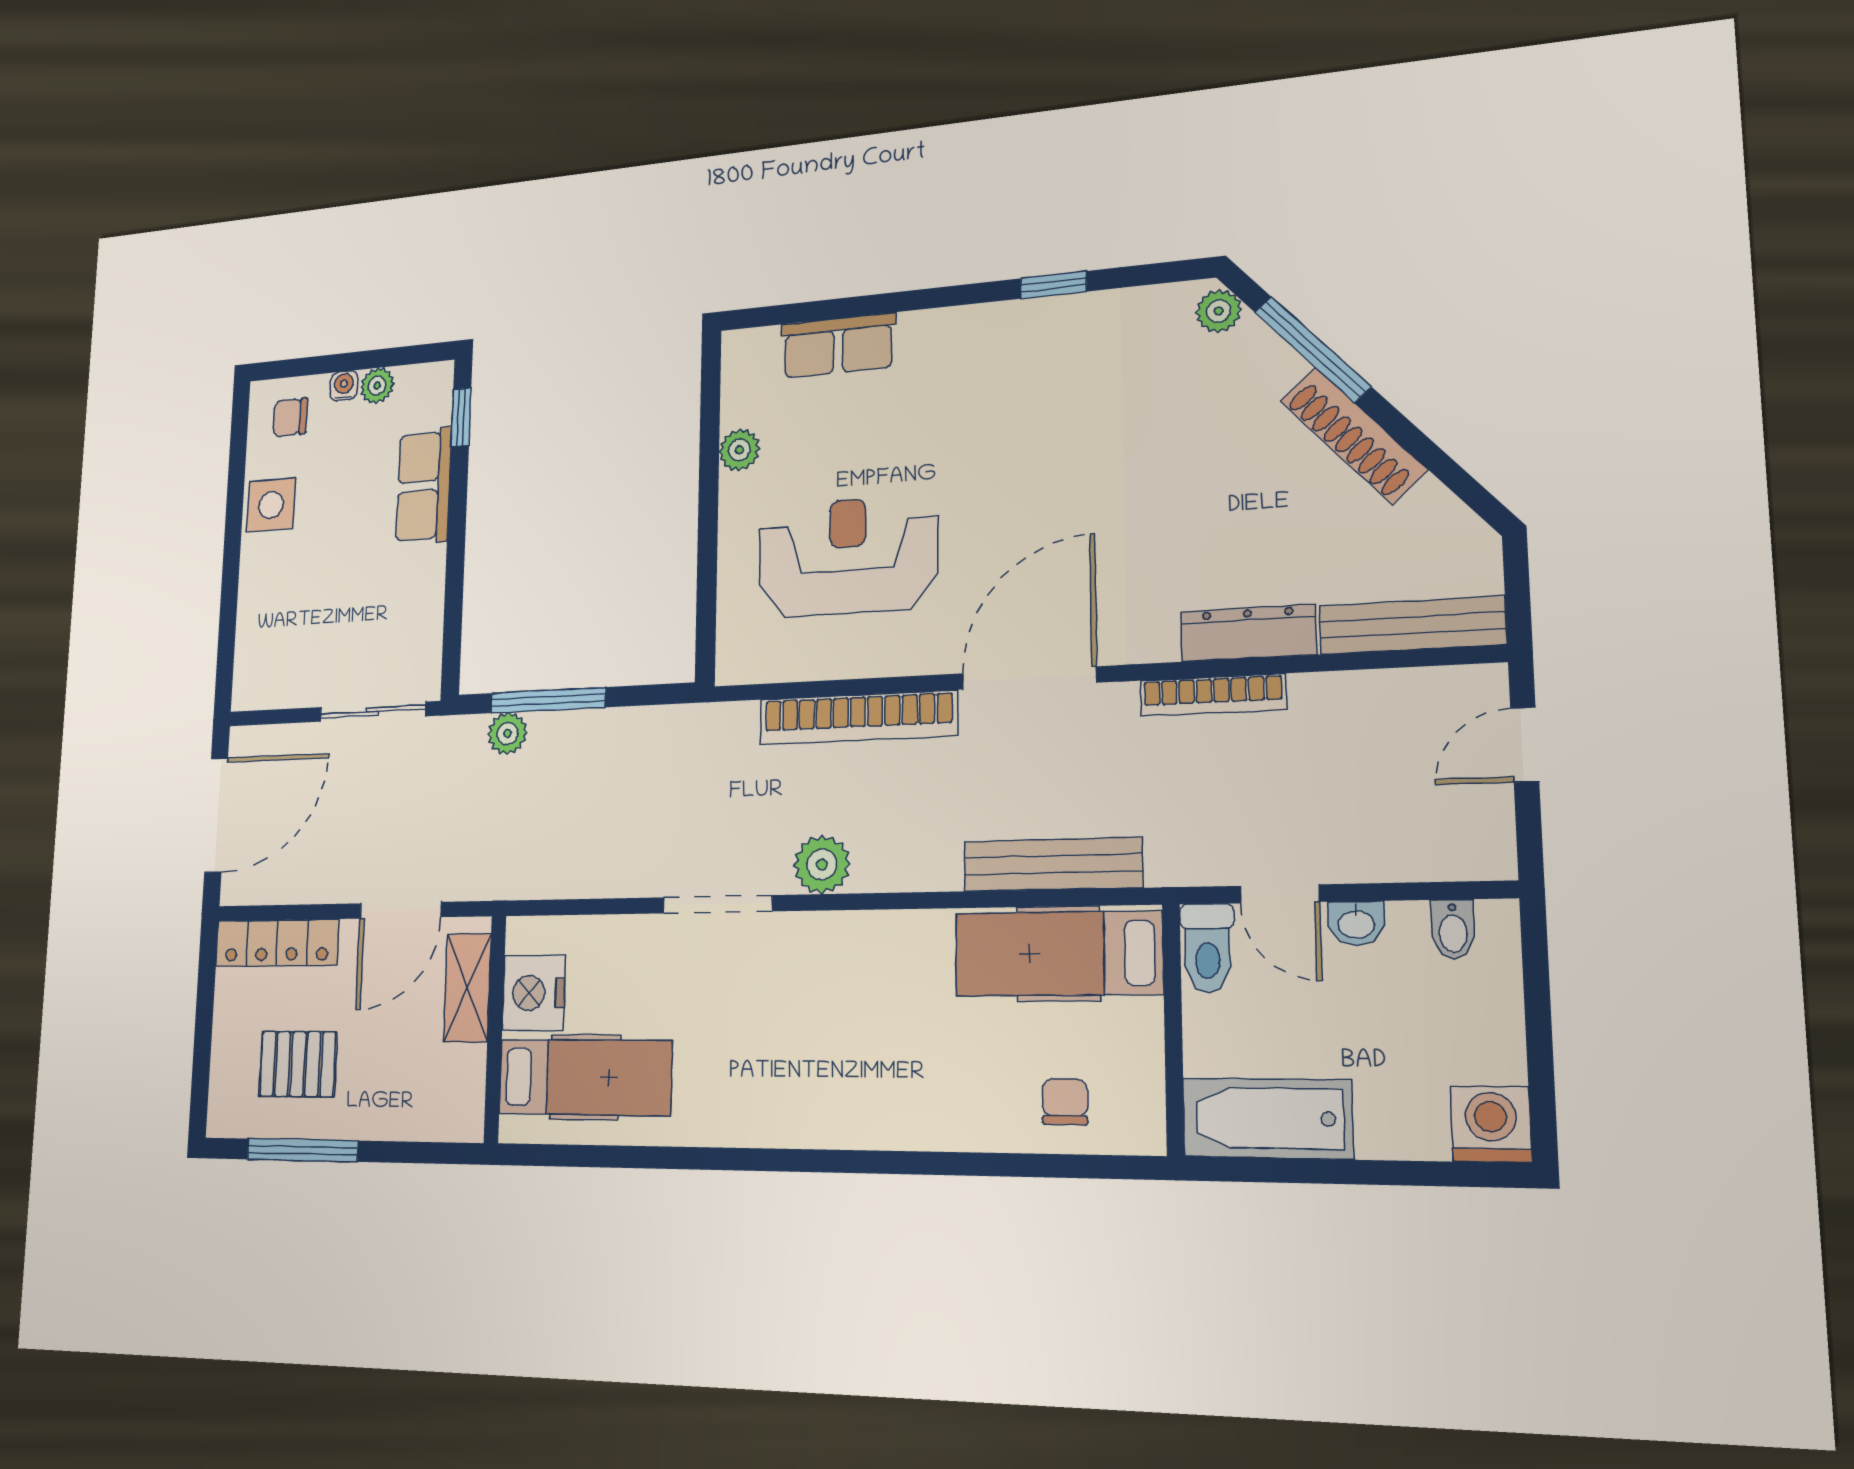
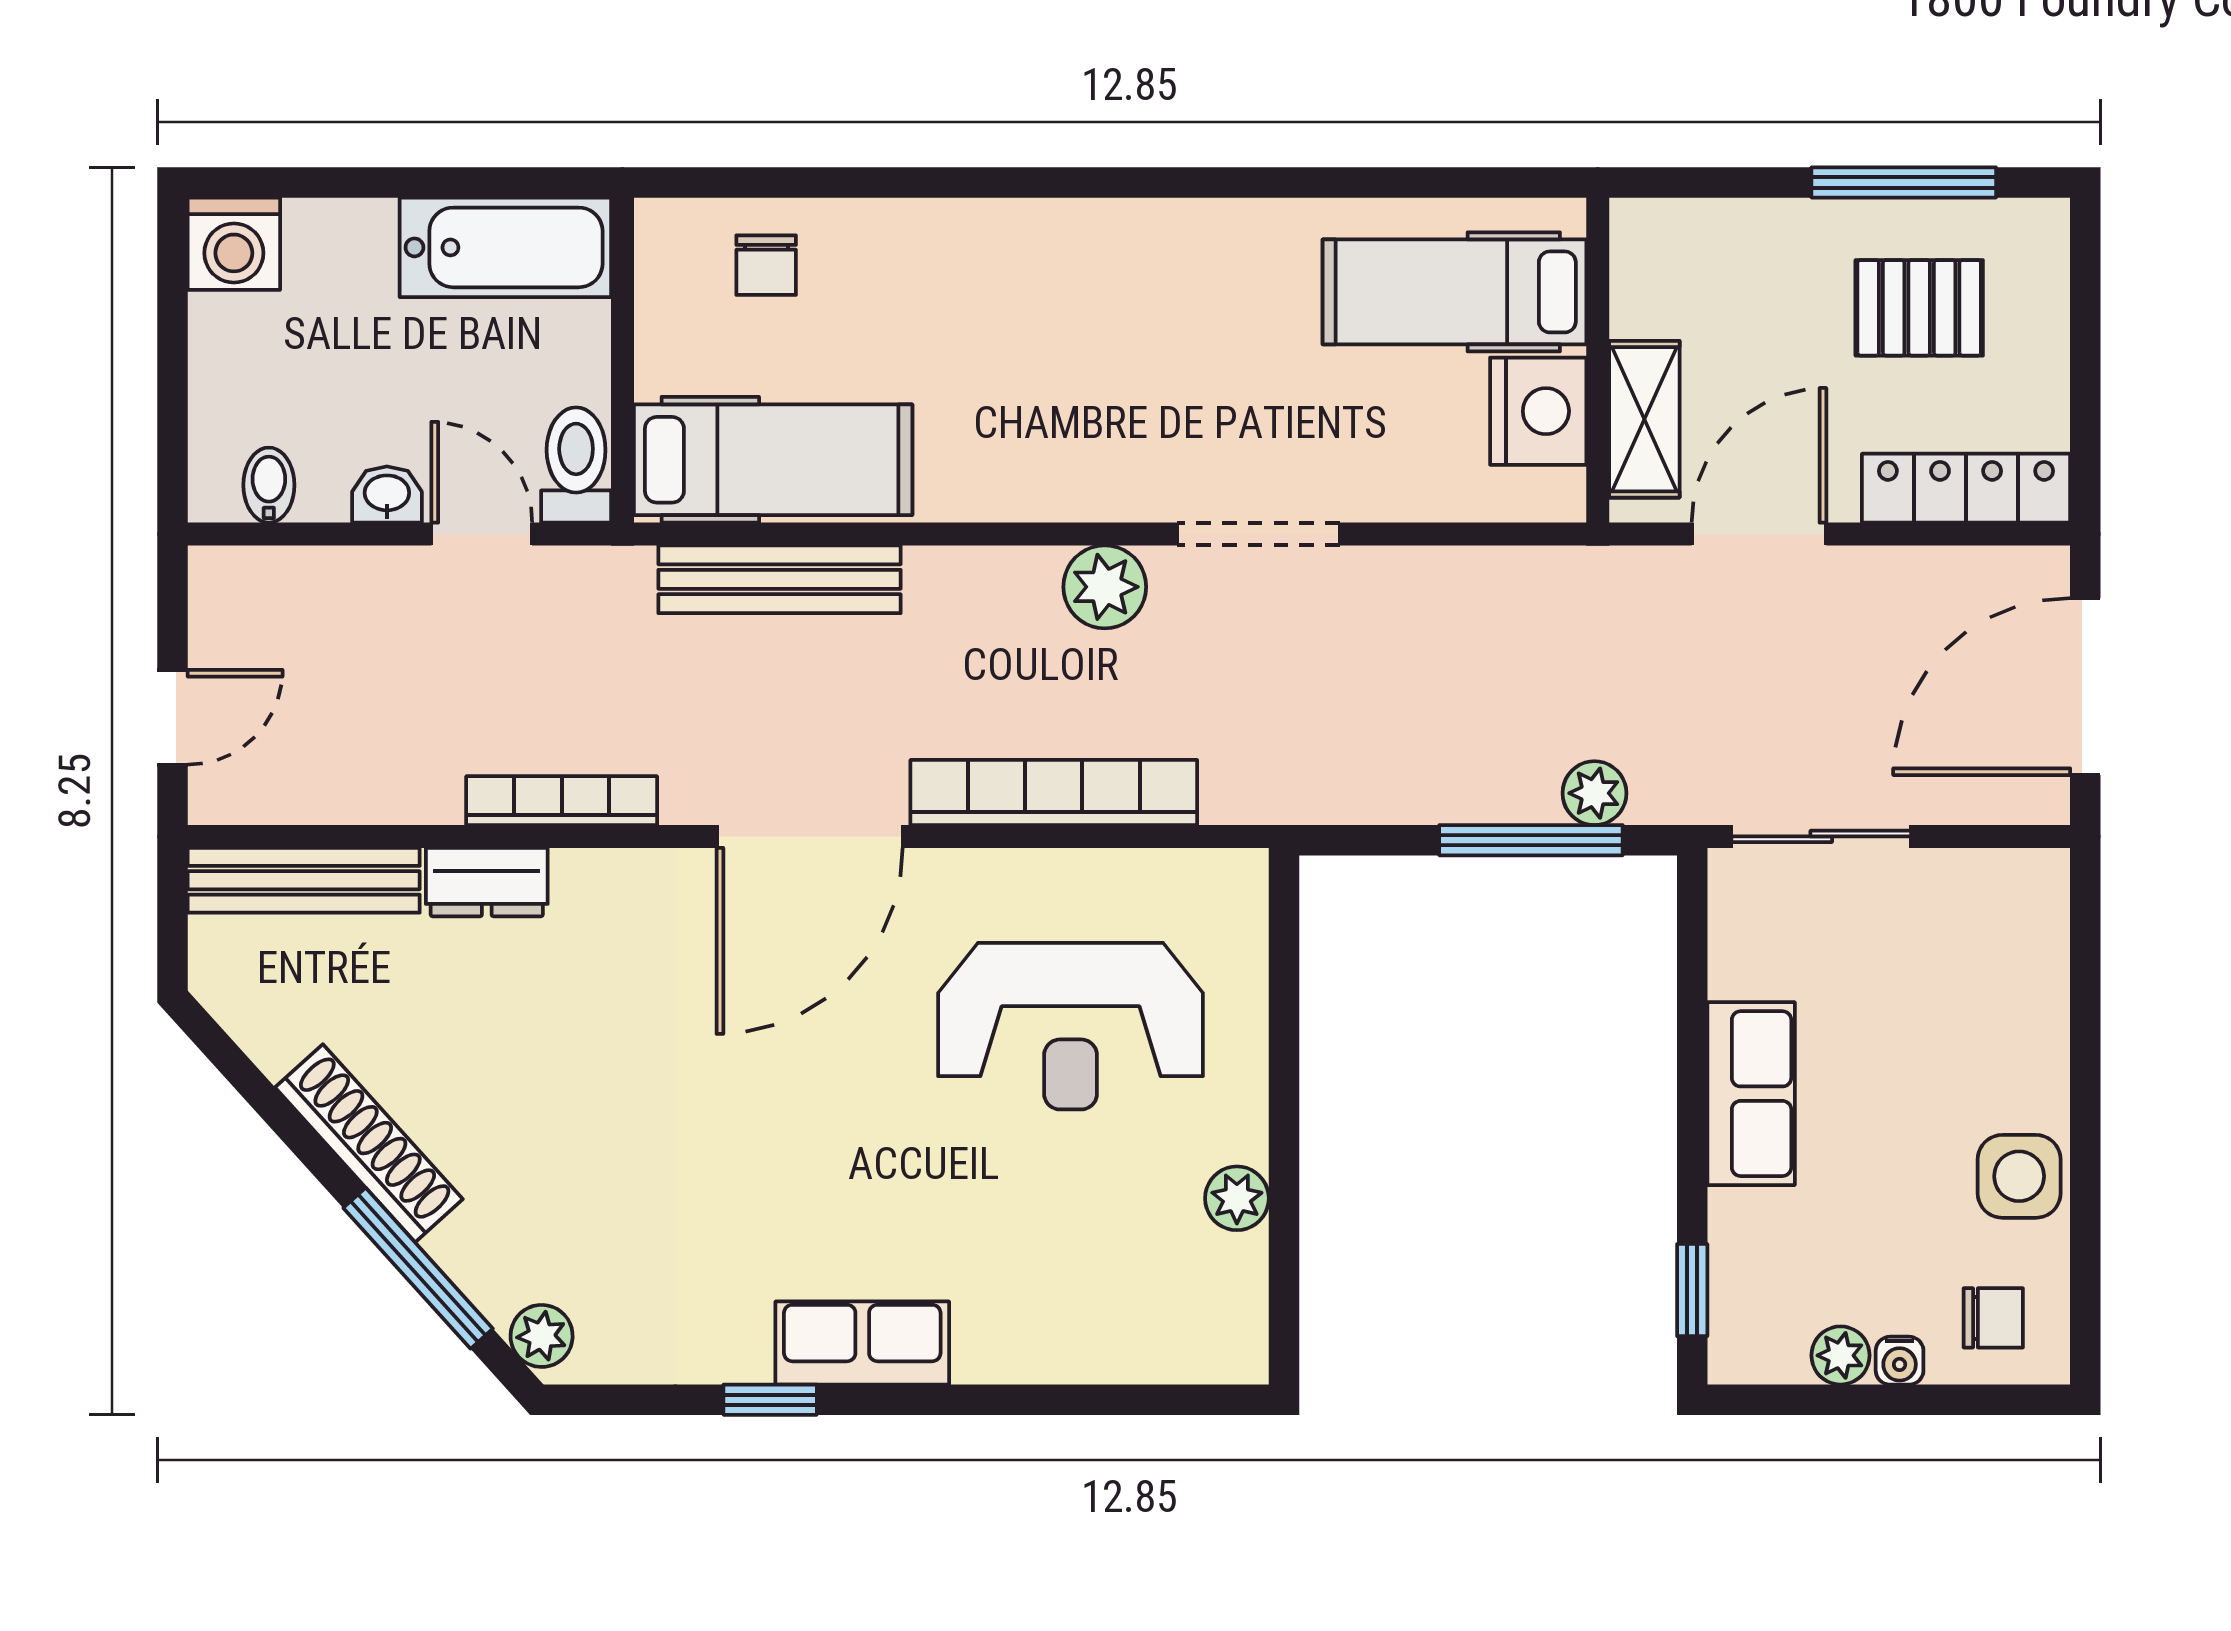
row of seats: (838, 345) -> (862, 1343), moved
row of seats: (424, 486) -> (1751, 1094), moved
dresser: (1248, 633) -> (487, 882), width x0.70

